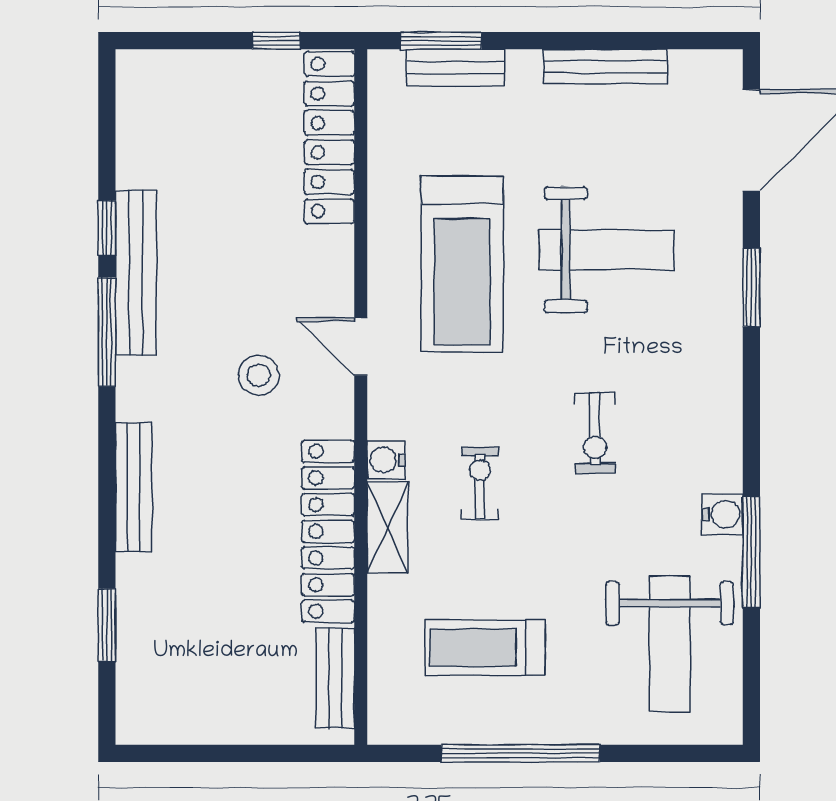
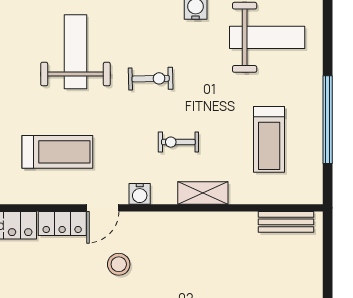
weight bench: (606, 250) -> (75, 52), moved
treadmill: (462, 264) -> (57, 152), width x0.73, depth x0.73
water cooler: (386, 460) -> (140, 194), moved
locker: (328, 531) -> (62, 223), moved, width x0.46, depth x0.83

